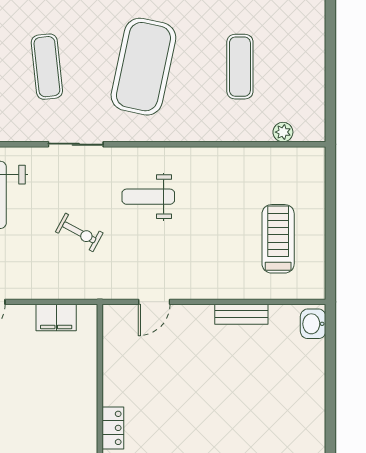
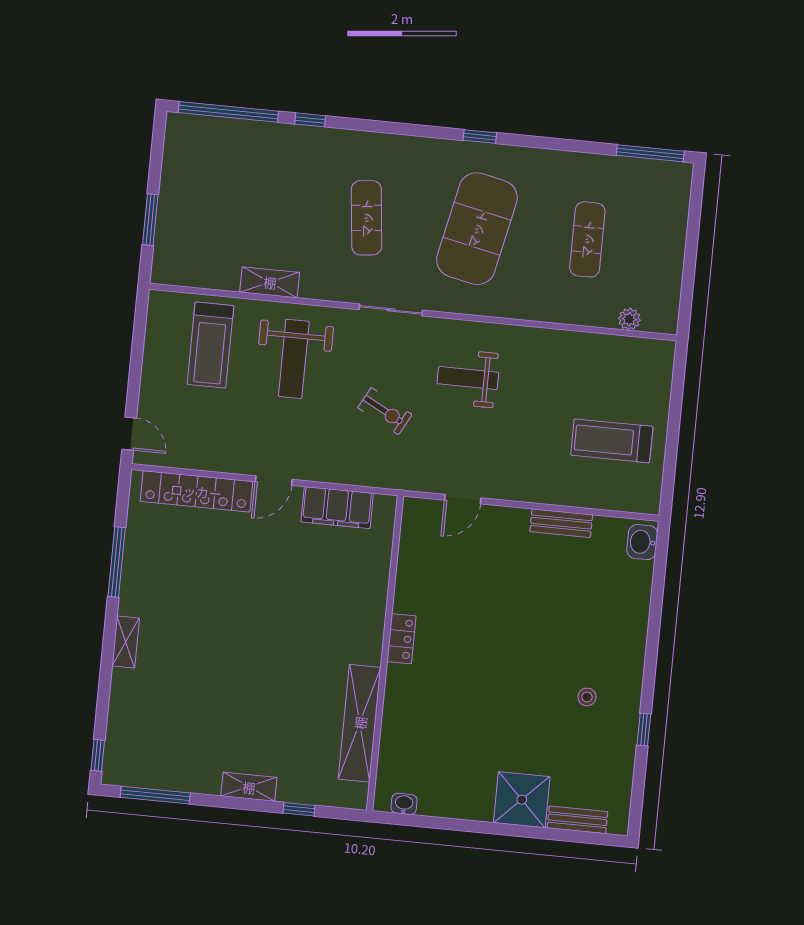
treadmill: (278, 239) -> (612, 441), turned -90
filing cabinet: (56, 318) -> (337, 508), width x1.50, depth x1.17

